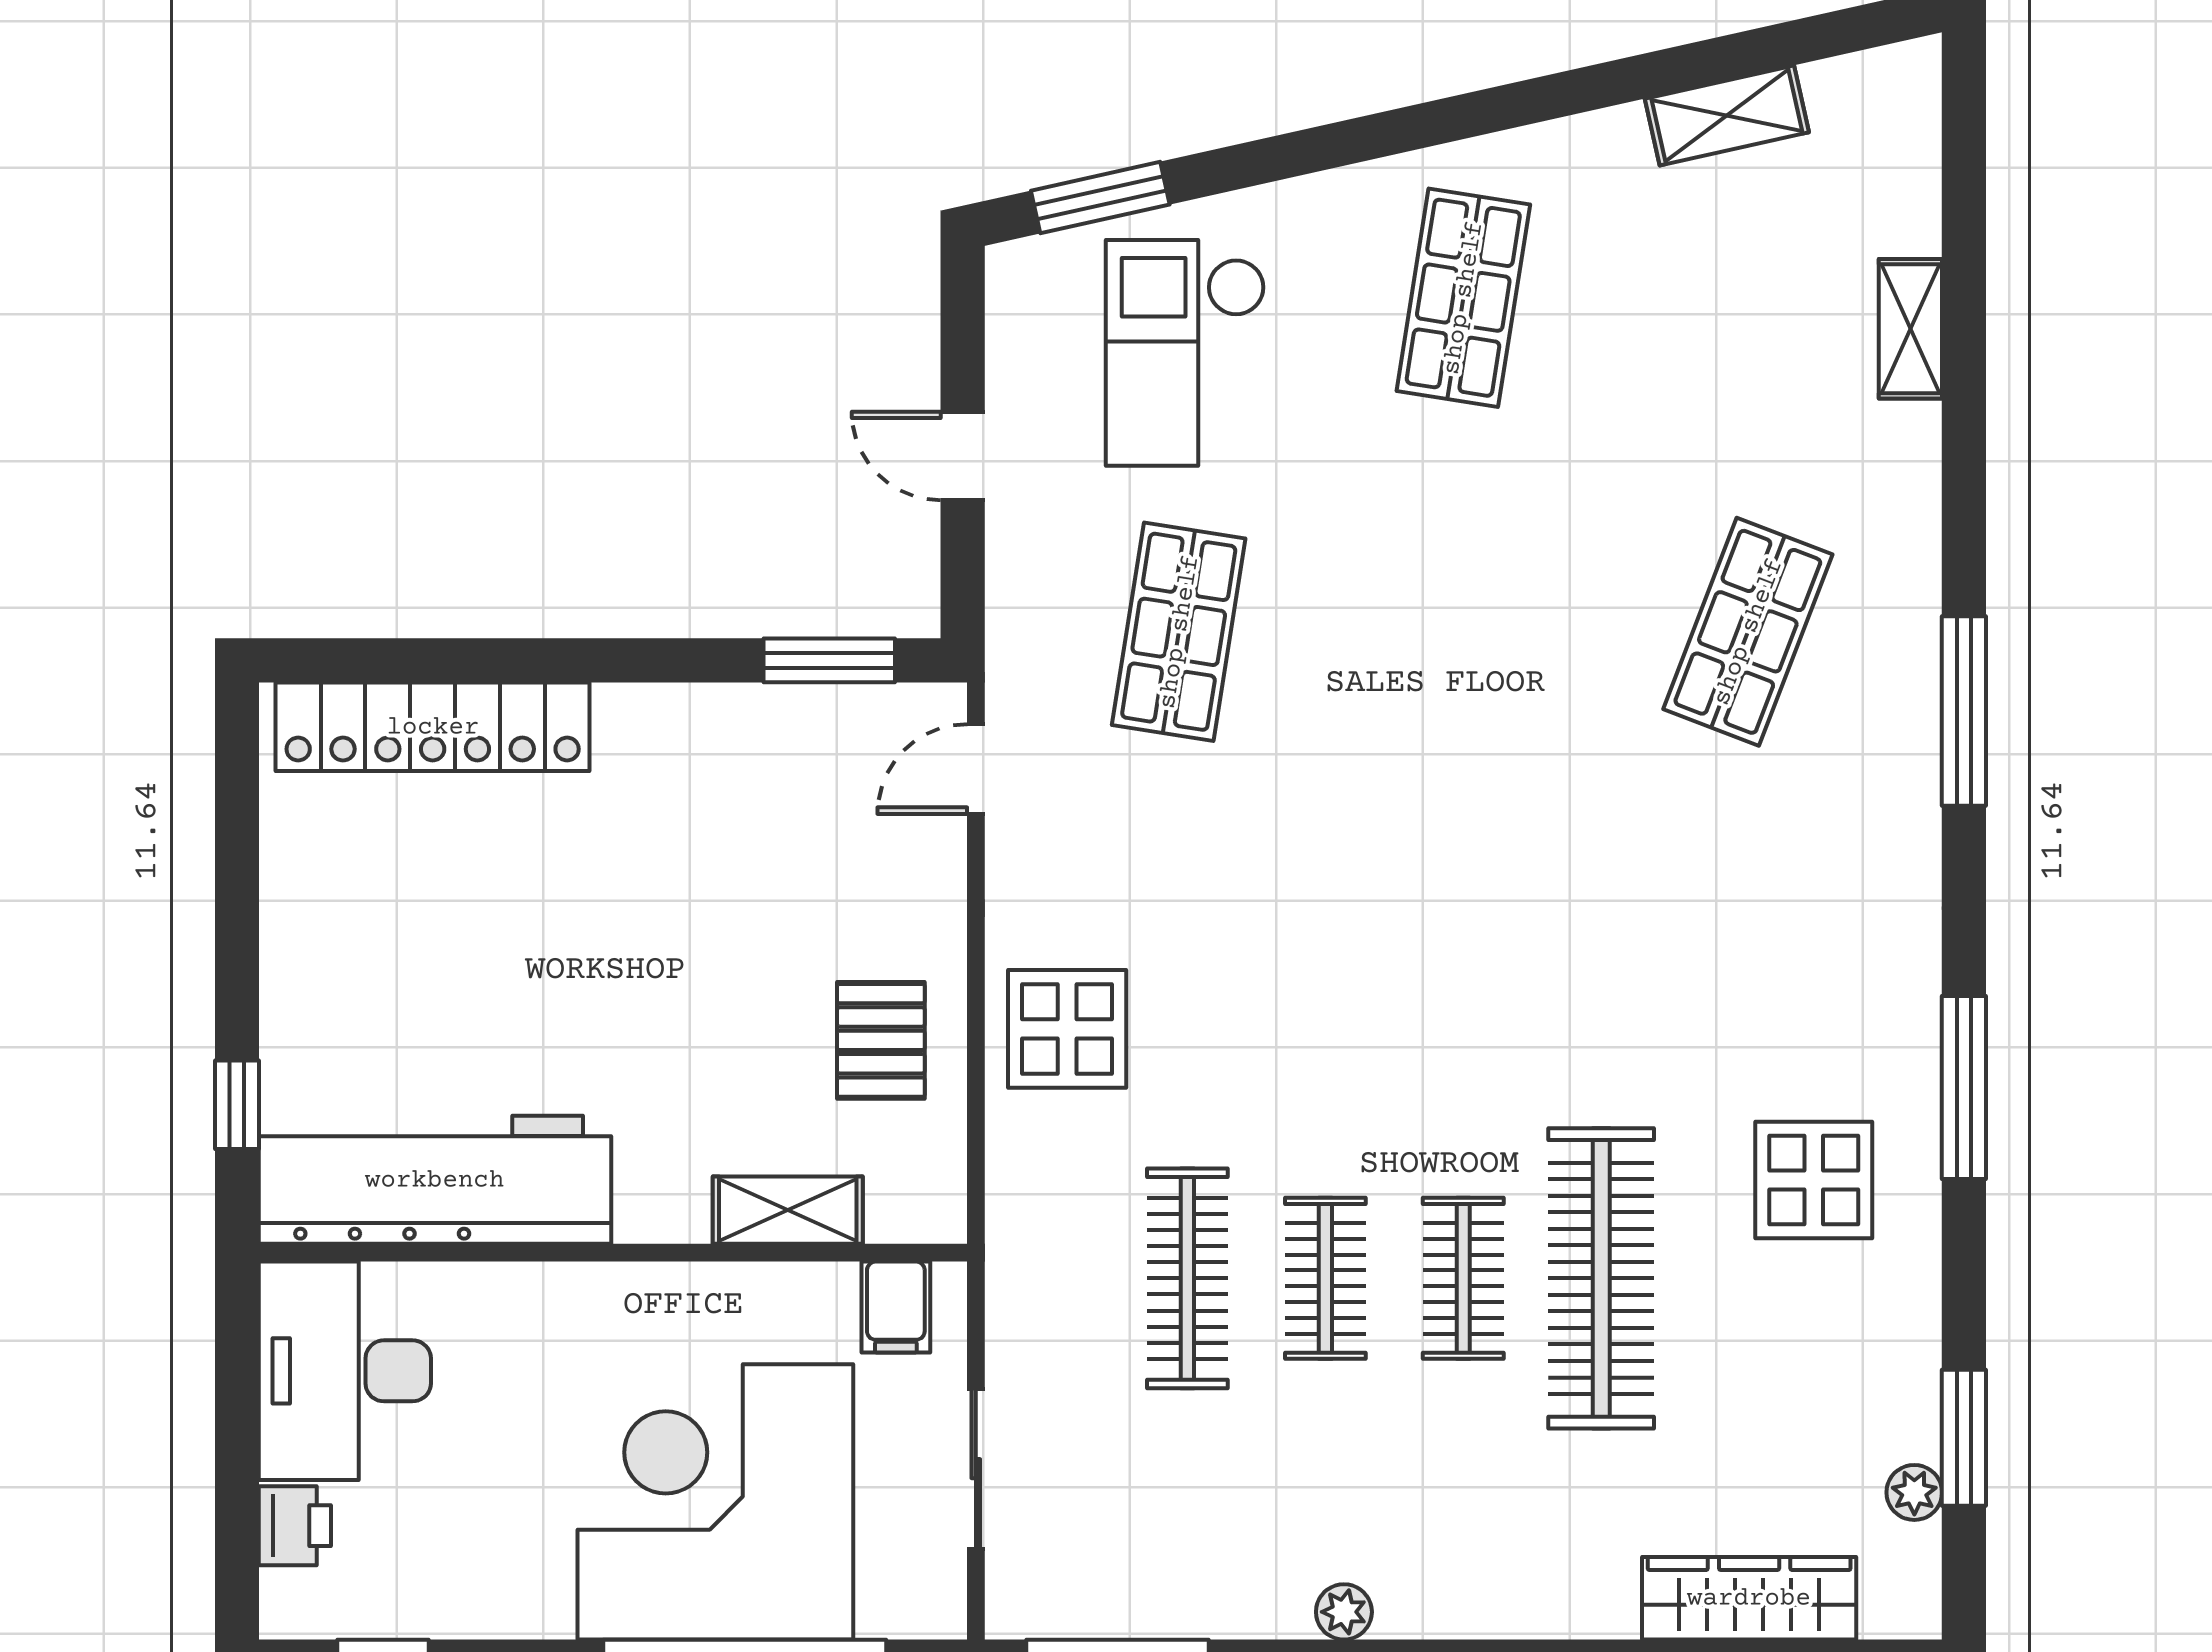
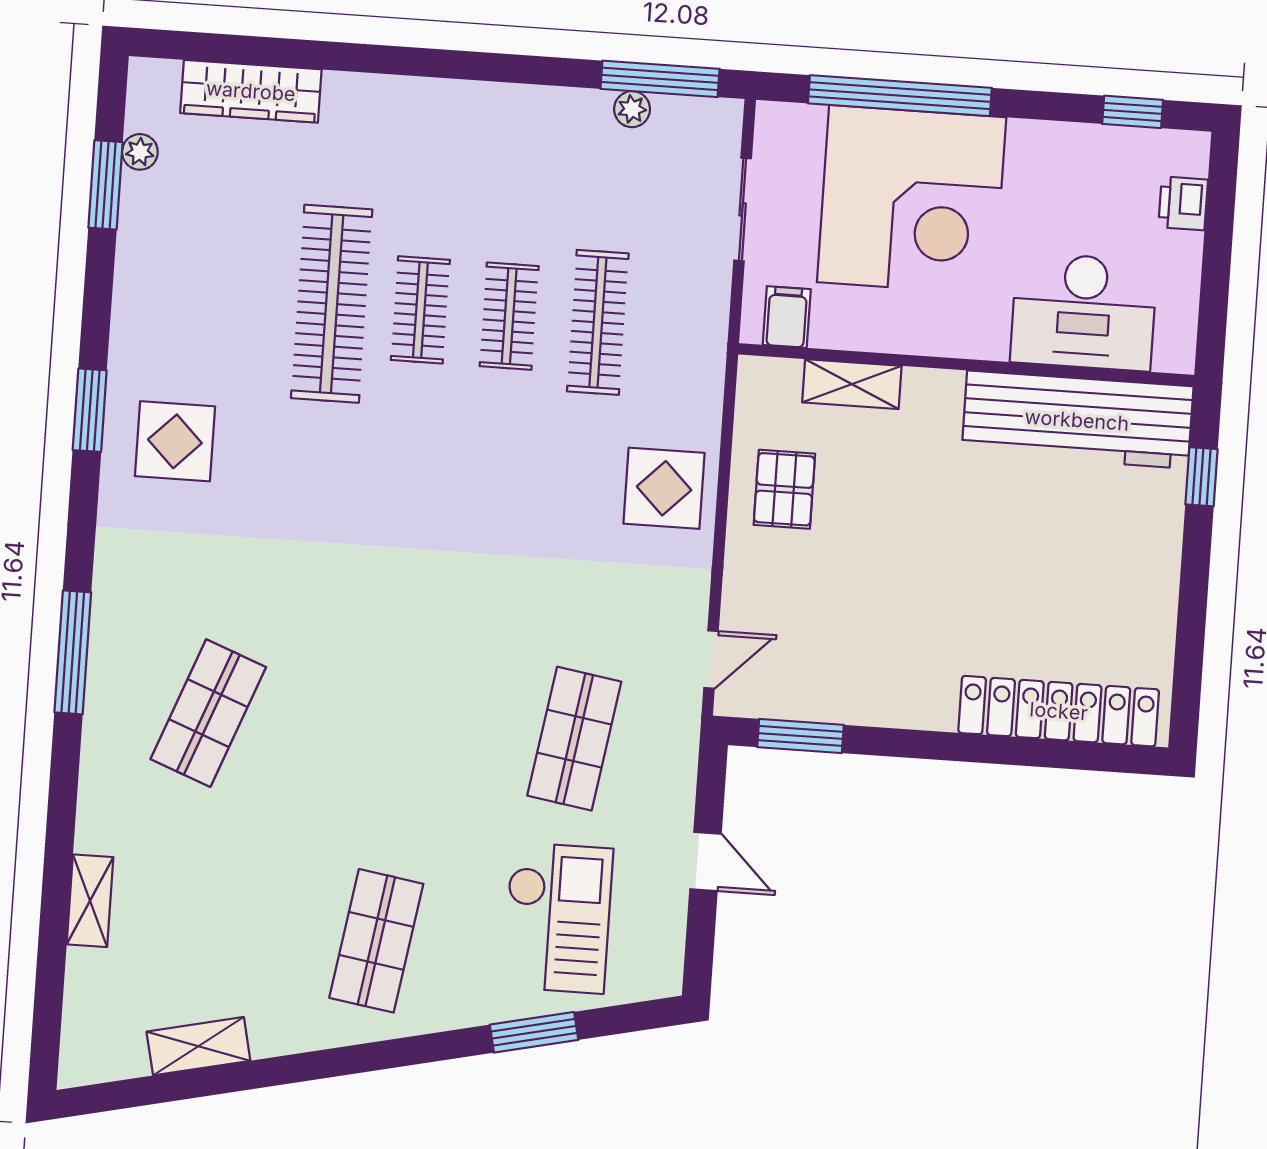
window: (1100, 198) -> (534, 1032), moved
window: (1964, 1087) -> (90, 410), width x0.69
display table: (1814, 1180) -> (175, 441), moved
desk: (345, 1371) -> (1084, 312), moved, turned 90
plant: (1344, 1612) -> (632, 109), moved

